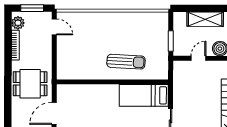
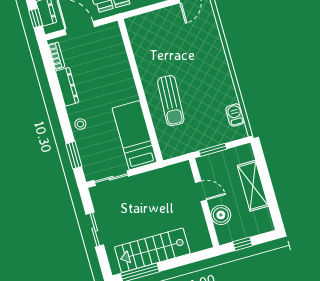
barbecue: (150, 18) -> (235, 115), added

